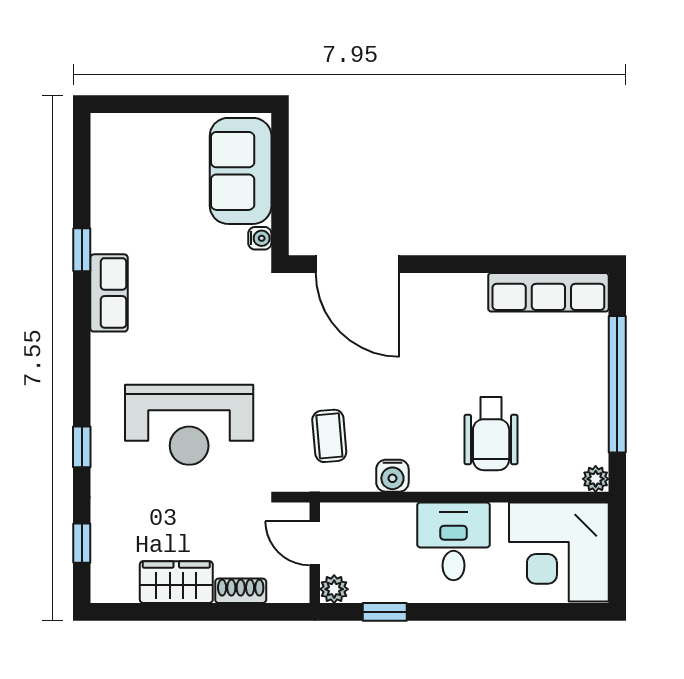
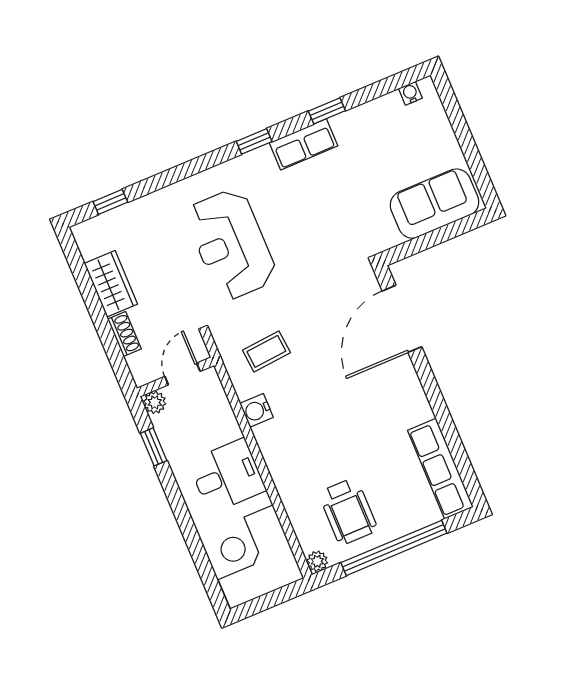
water cooler: (260, 238) -> (410, 93), moved, turned 180
wheelchair: (491, 434) -> (348, 511), moved, turned -90
window: (82, 447) -> (254, 141), moved

